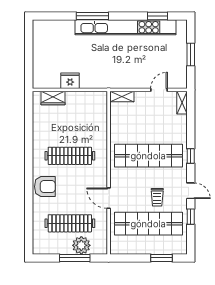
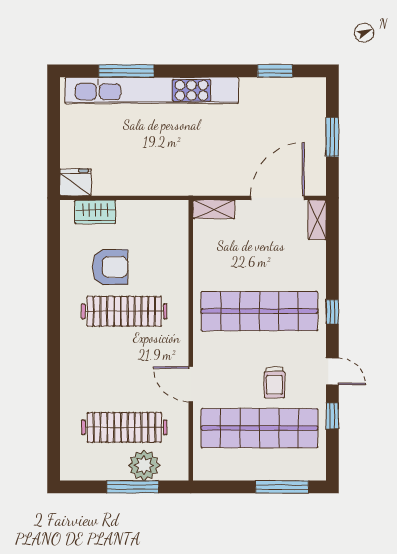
window: (92, 16) -> (126, 71), moved
kitchen unit: (125, 27) -> (152, 90), moved
fridge: (70, 81) -> (75, 182), moved
door: (159, 90) -> (278, 198), width x1.88
armchair: (45, 187) -> (110, 267), moved
window: (162, 258) -> (282, 487), width x1.44

